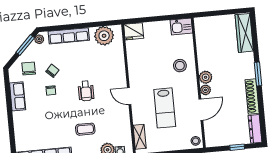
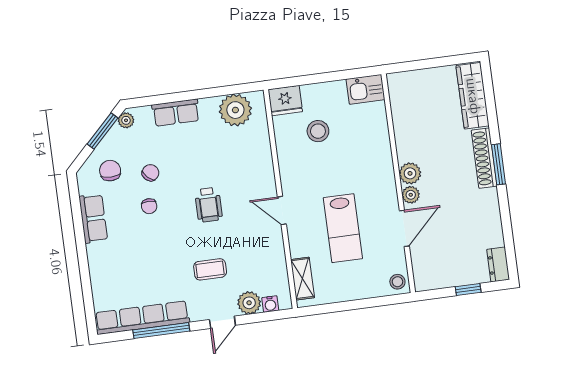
row of seats: (69, 36) -> (176, 113), width x0.68
stool: (180, 66) -> (318, 131), moved
shoe rack: (252, 96) -> (484, 158), moved
dresser: (255, 129) -> (498, 265), width x0.70

